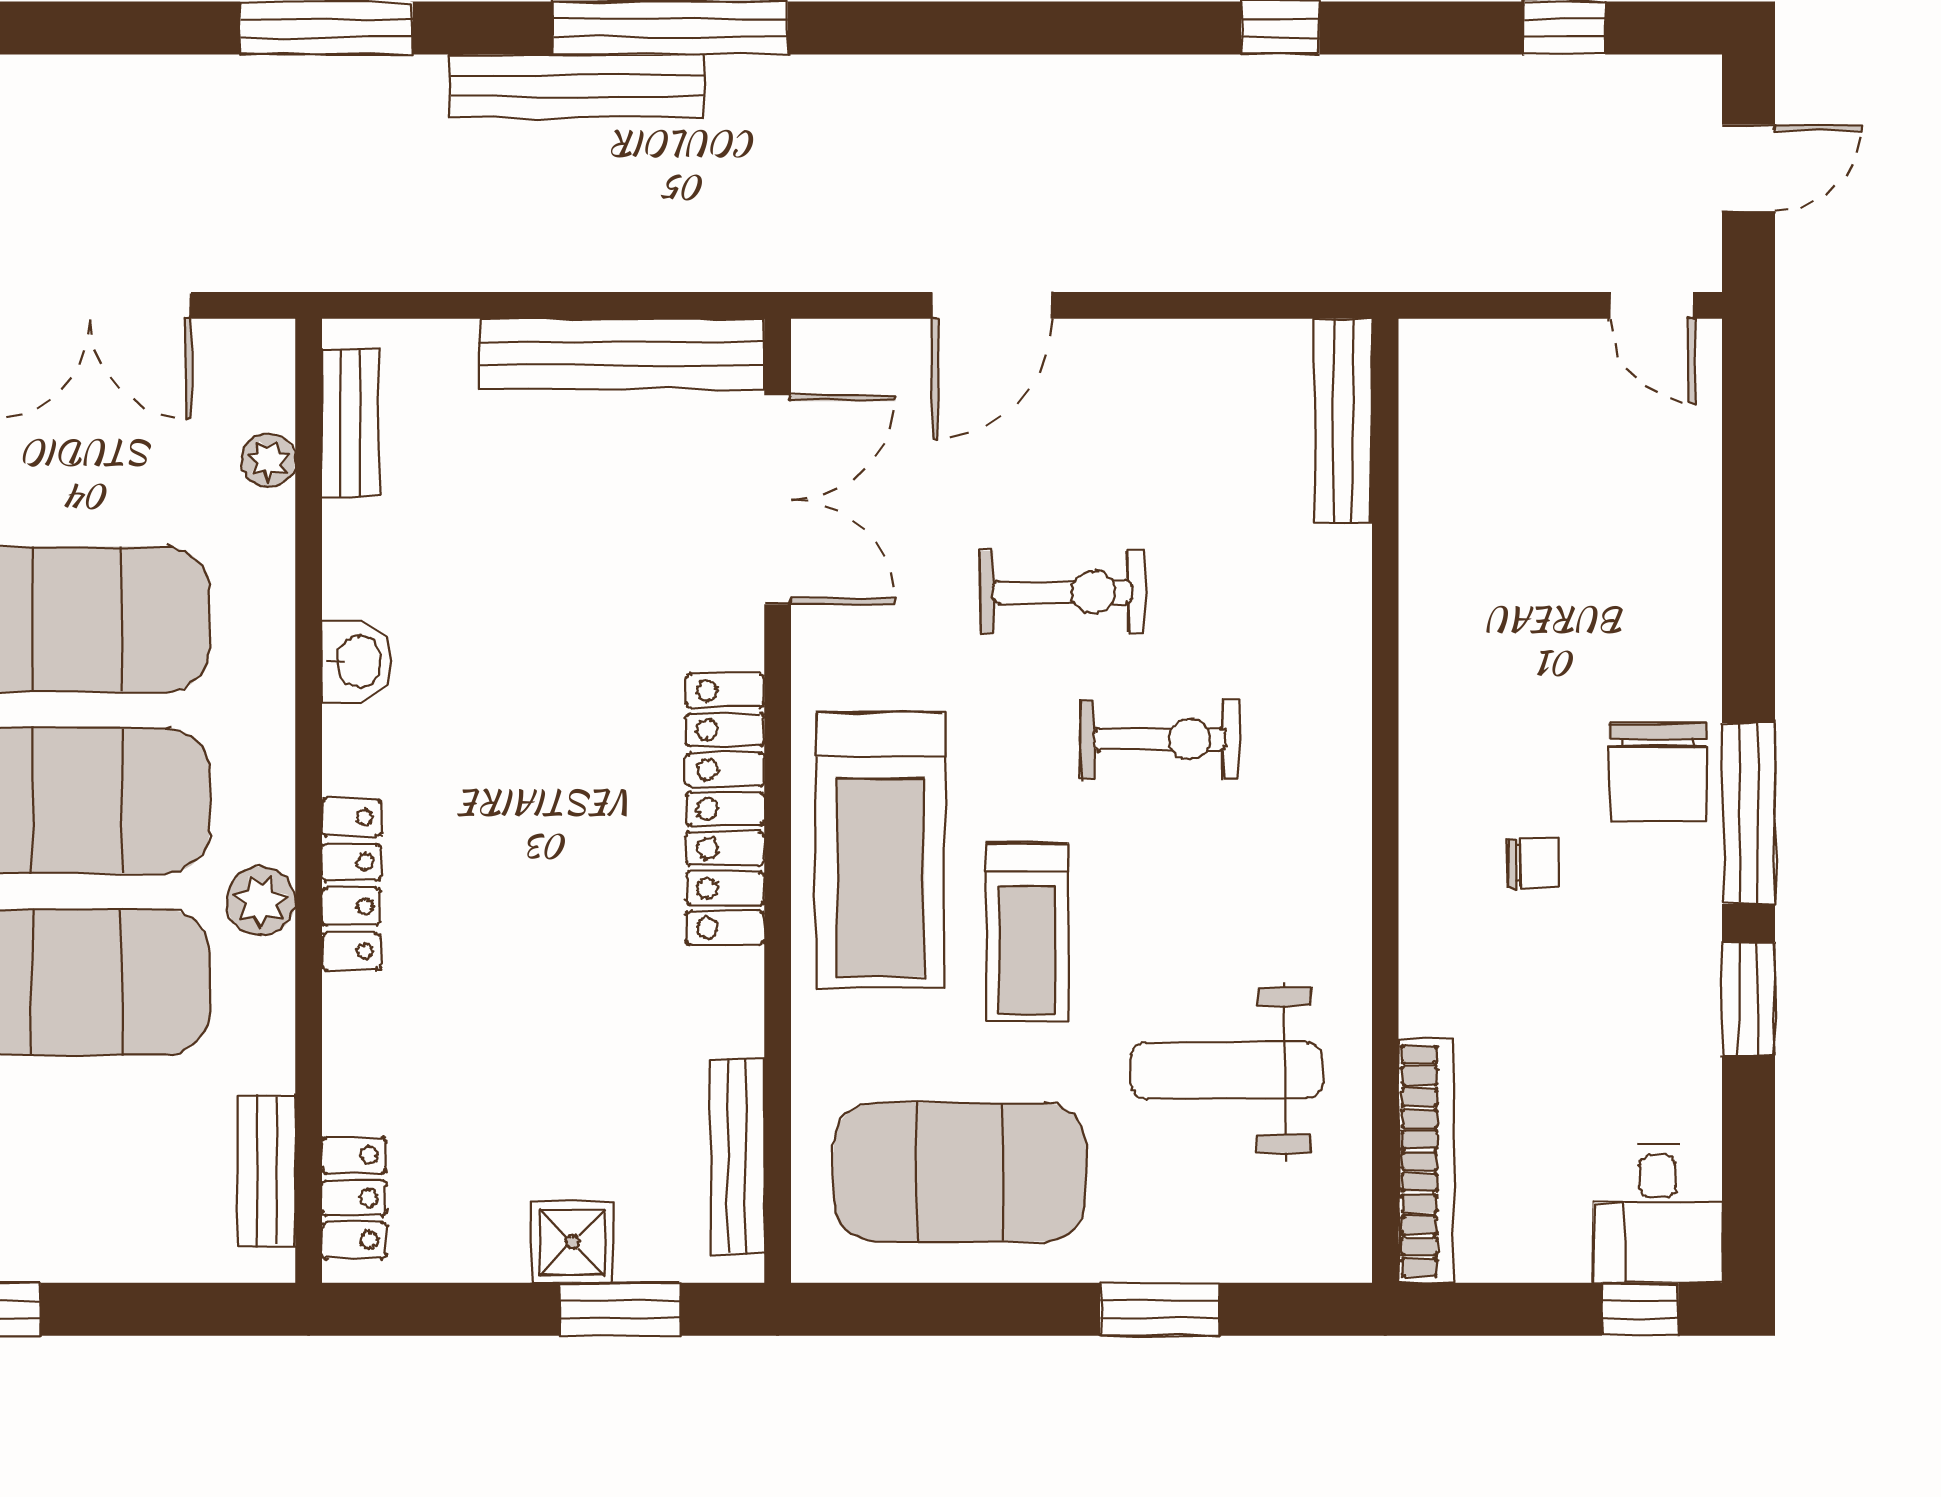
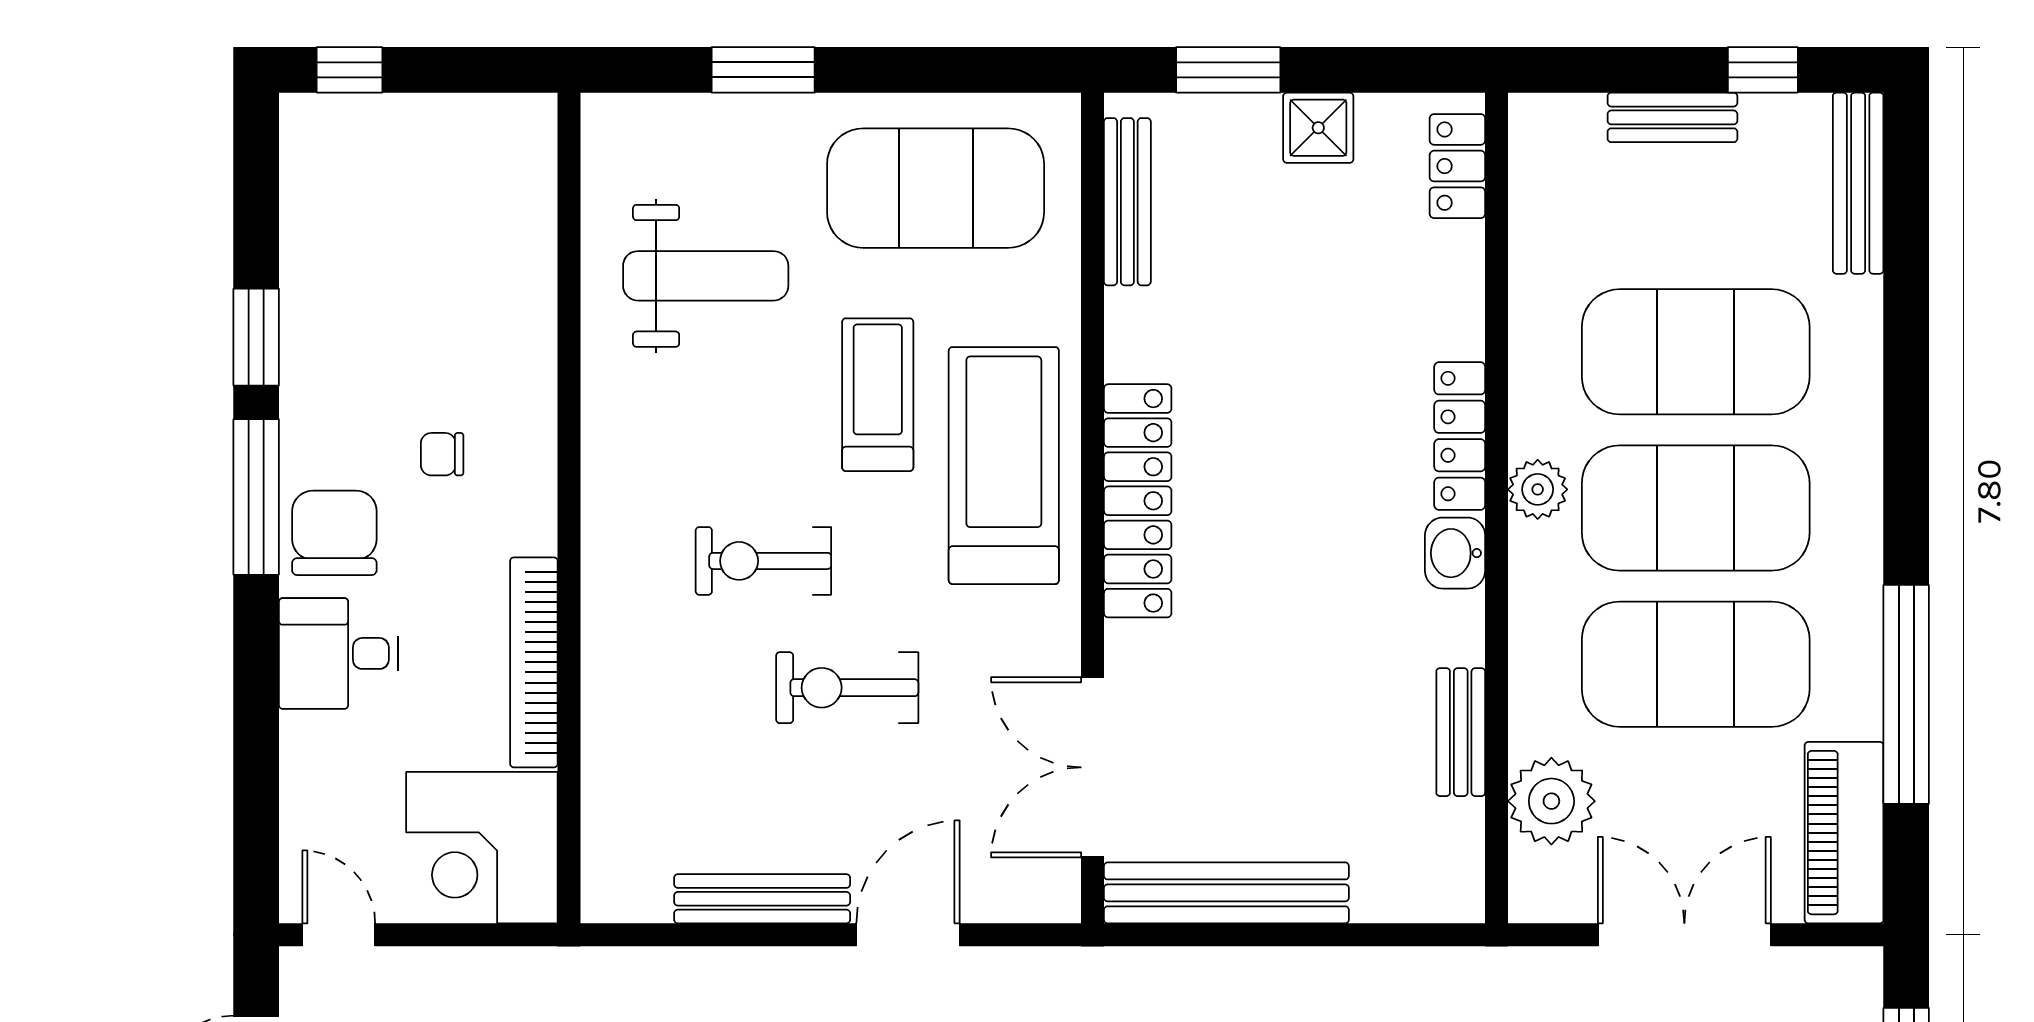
corner desk: (1486, 406) -> (482, 848), added
bench: (1343, 421) -> (762, 899), moved, turned 90
bench: (350, 423) -> (1461, 732), moved
plant: (268, 460) -> (1551, 801), width x1.87, depth x1.87
washbasin: (357, 661) -> (1455, 553), moved
plant: (261, 901) -> (1538, 489), moved
bookcase: (1426, 1161) -> (534, 662), moved
bench: (267, 1171) -> (1672, 117), moved, turned 90
desk: (1658, 1214) -> (339, 653), moved, turned -90
shower: (572, 1242) -> (1318, 128), moved

